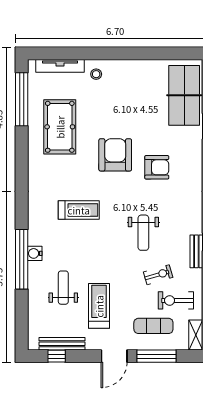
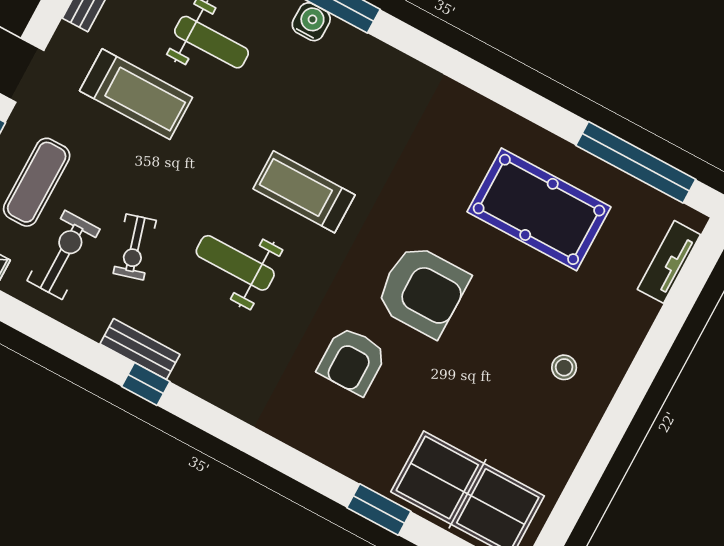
tv unit: (60, 66) -> (669, 262), width x0.71
stool: (96, 74) -> (564, 367), moved
treadmill: (79, 210) -> (304, 192), moved, turned 90

